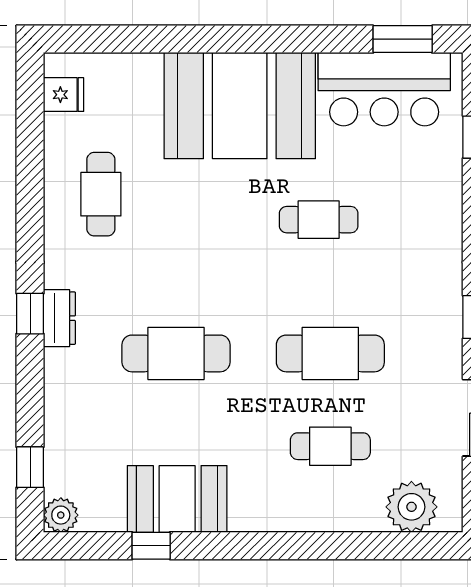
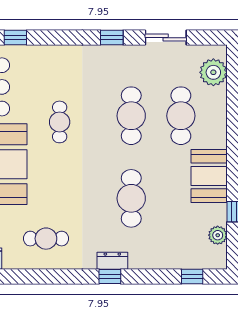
cafe table: (330, 446) -> (181, 116), width x1.37, depth x1.35
booth: (177, 499) -> (209, 176), moved
plant: (61, 515) -> (218, 235), moved

